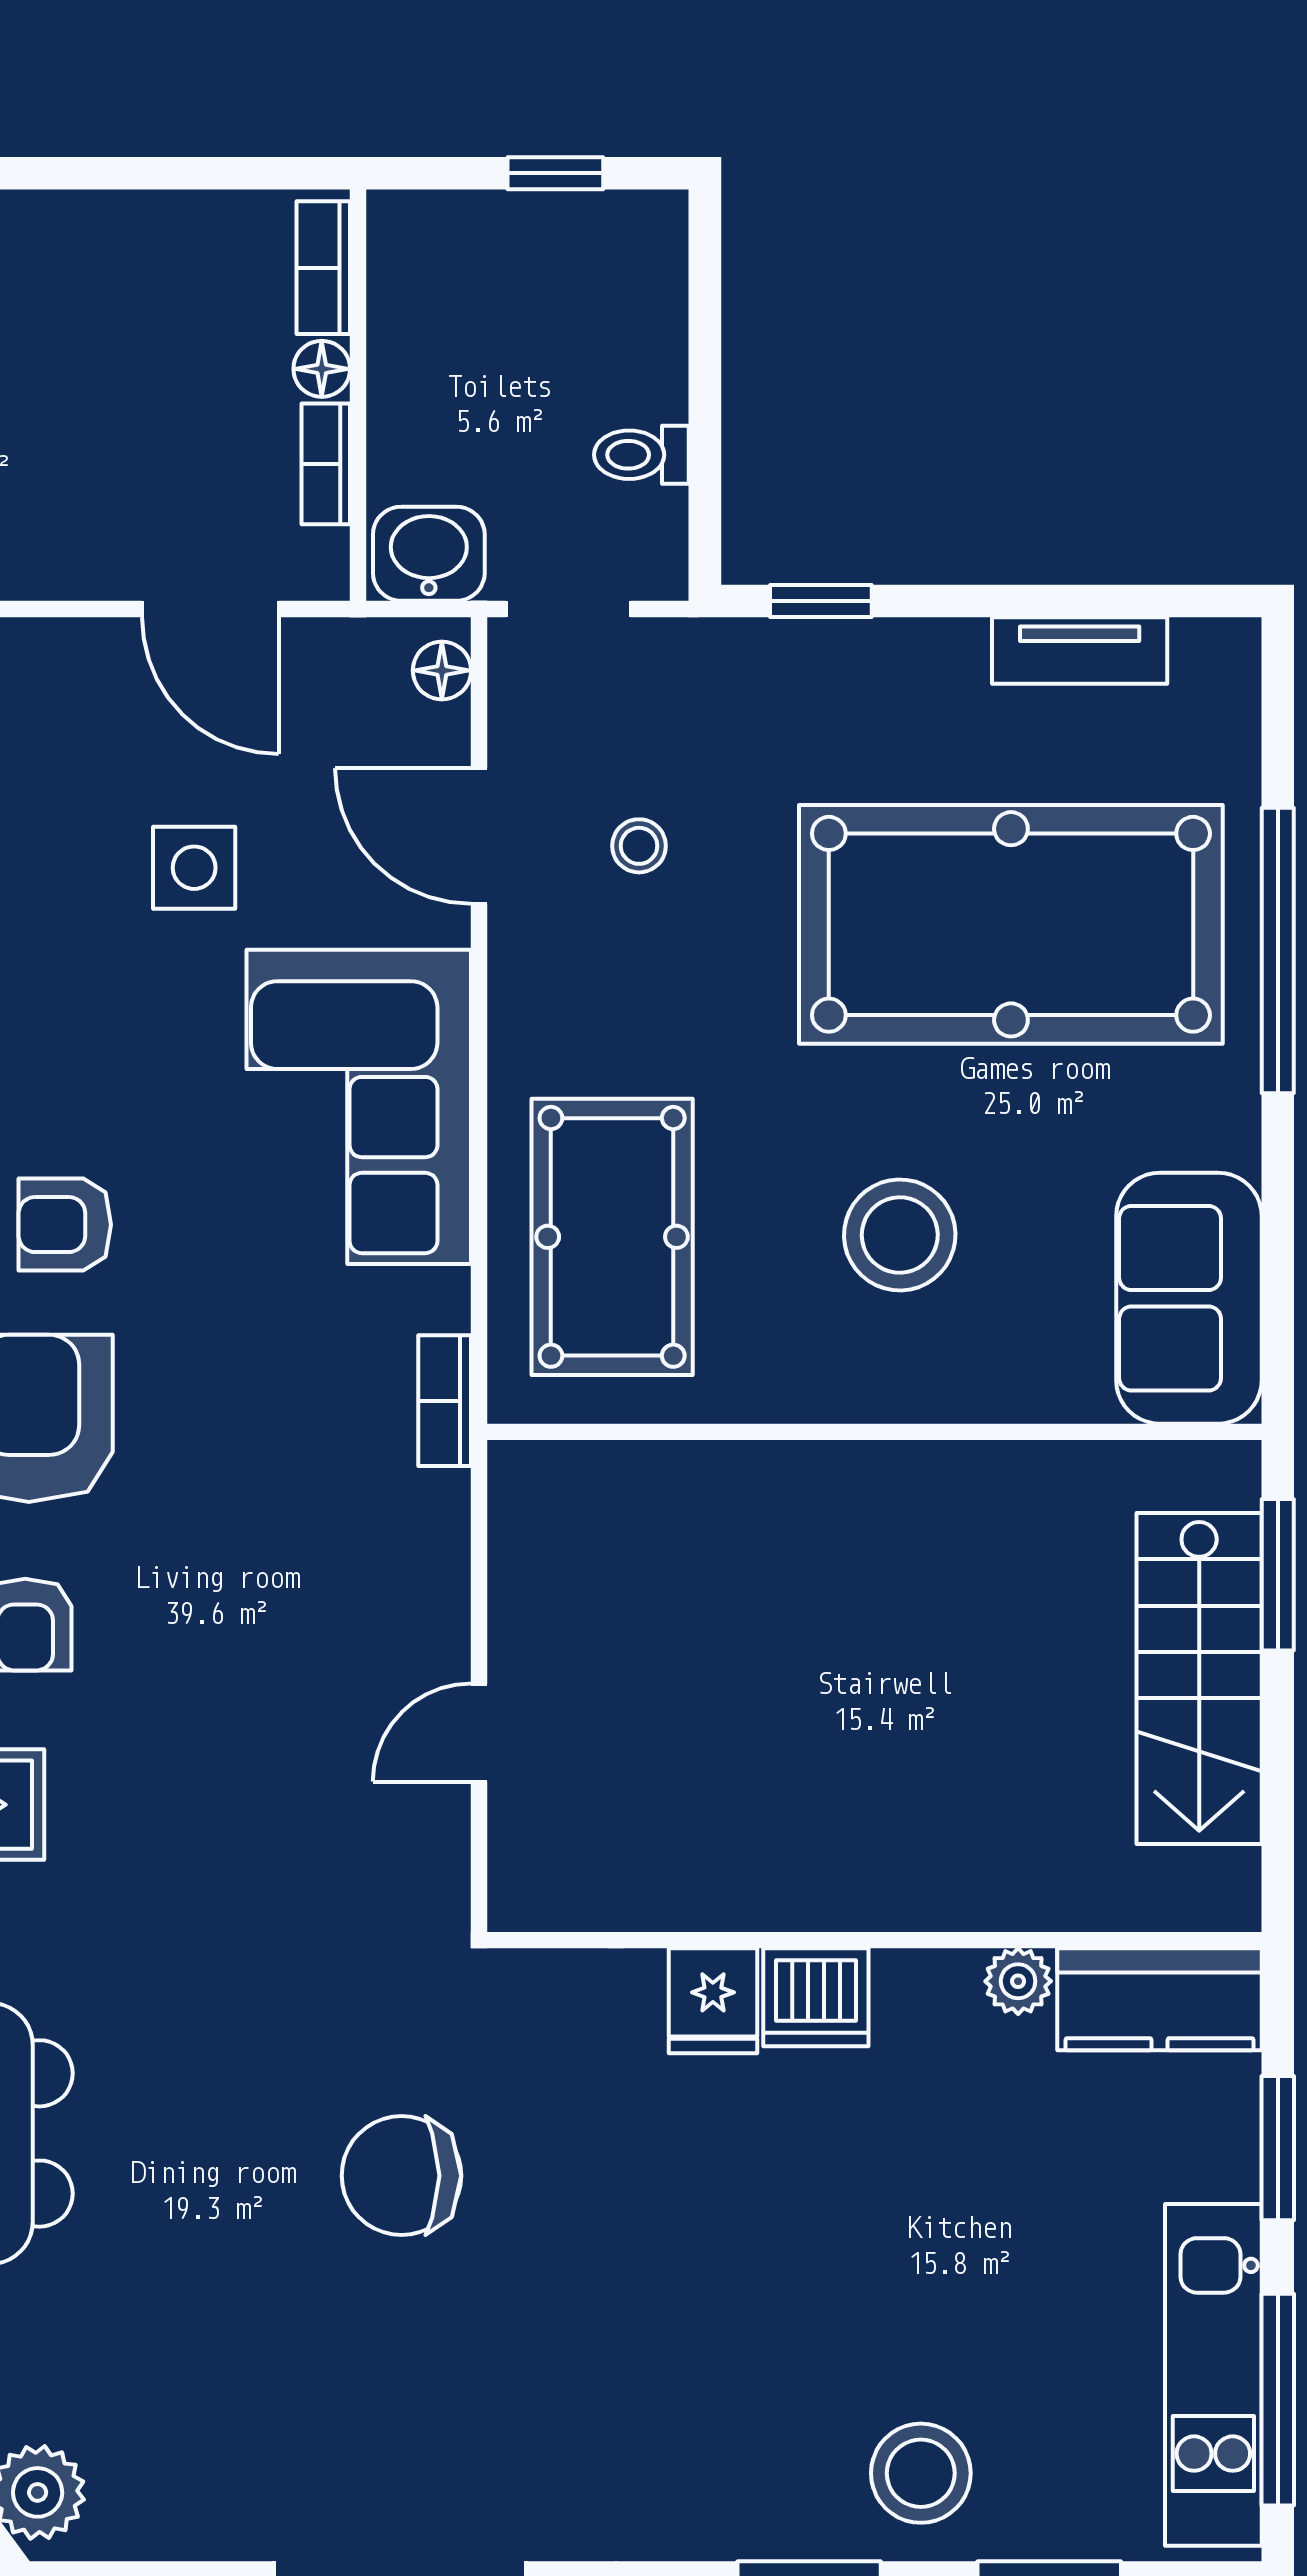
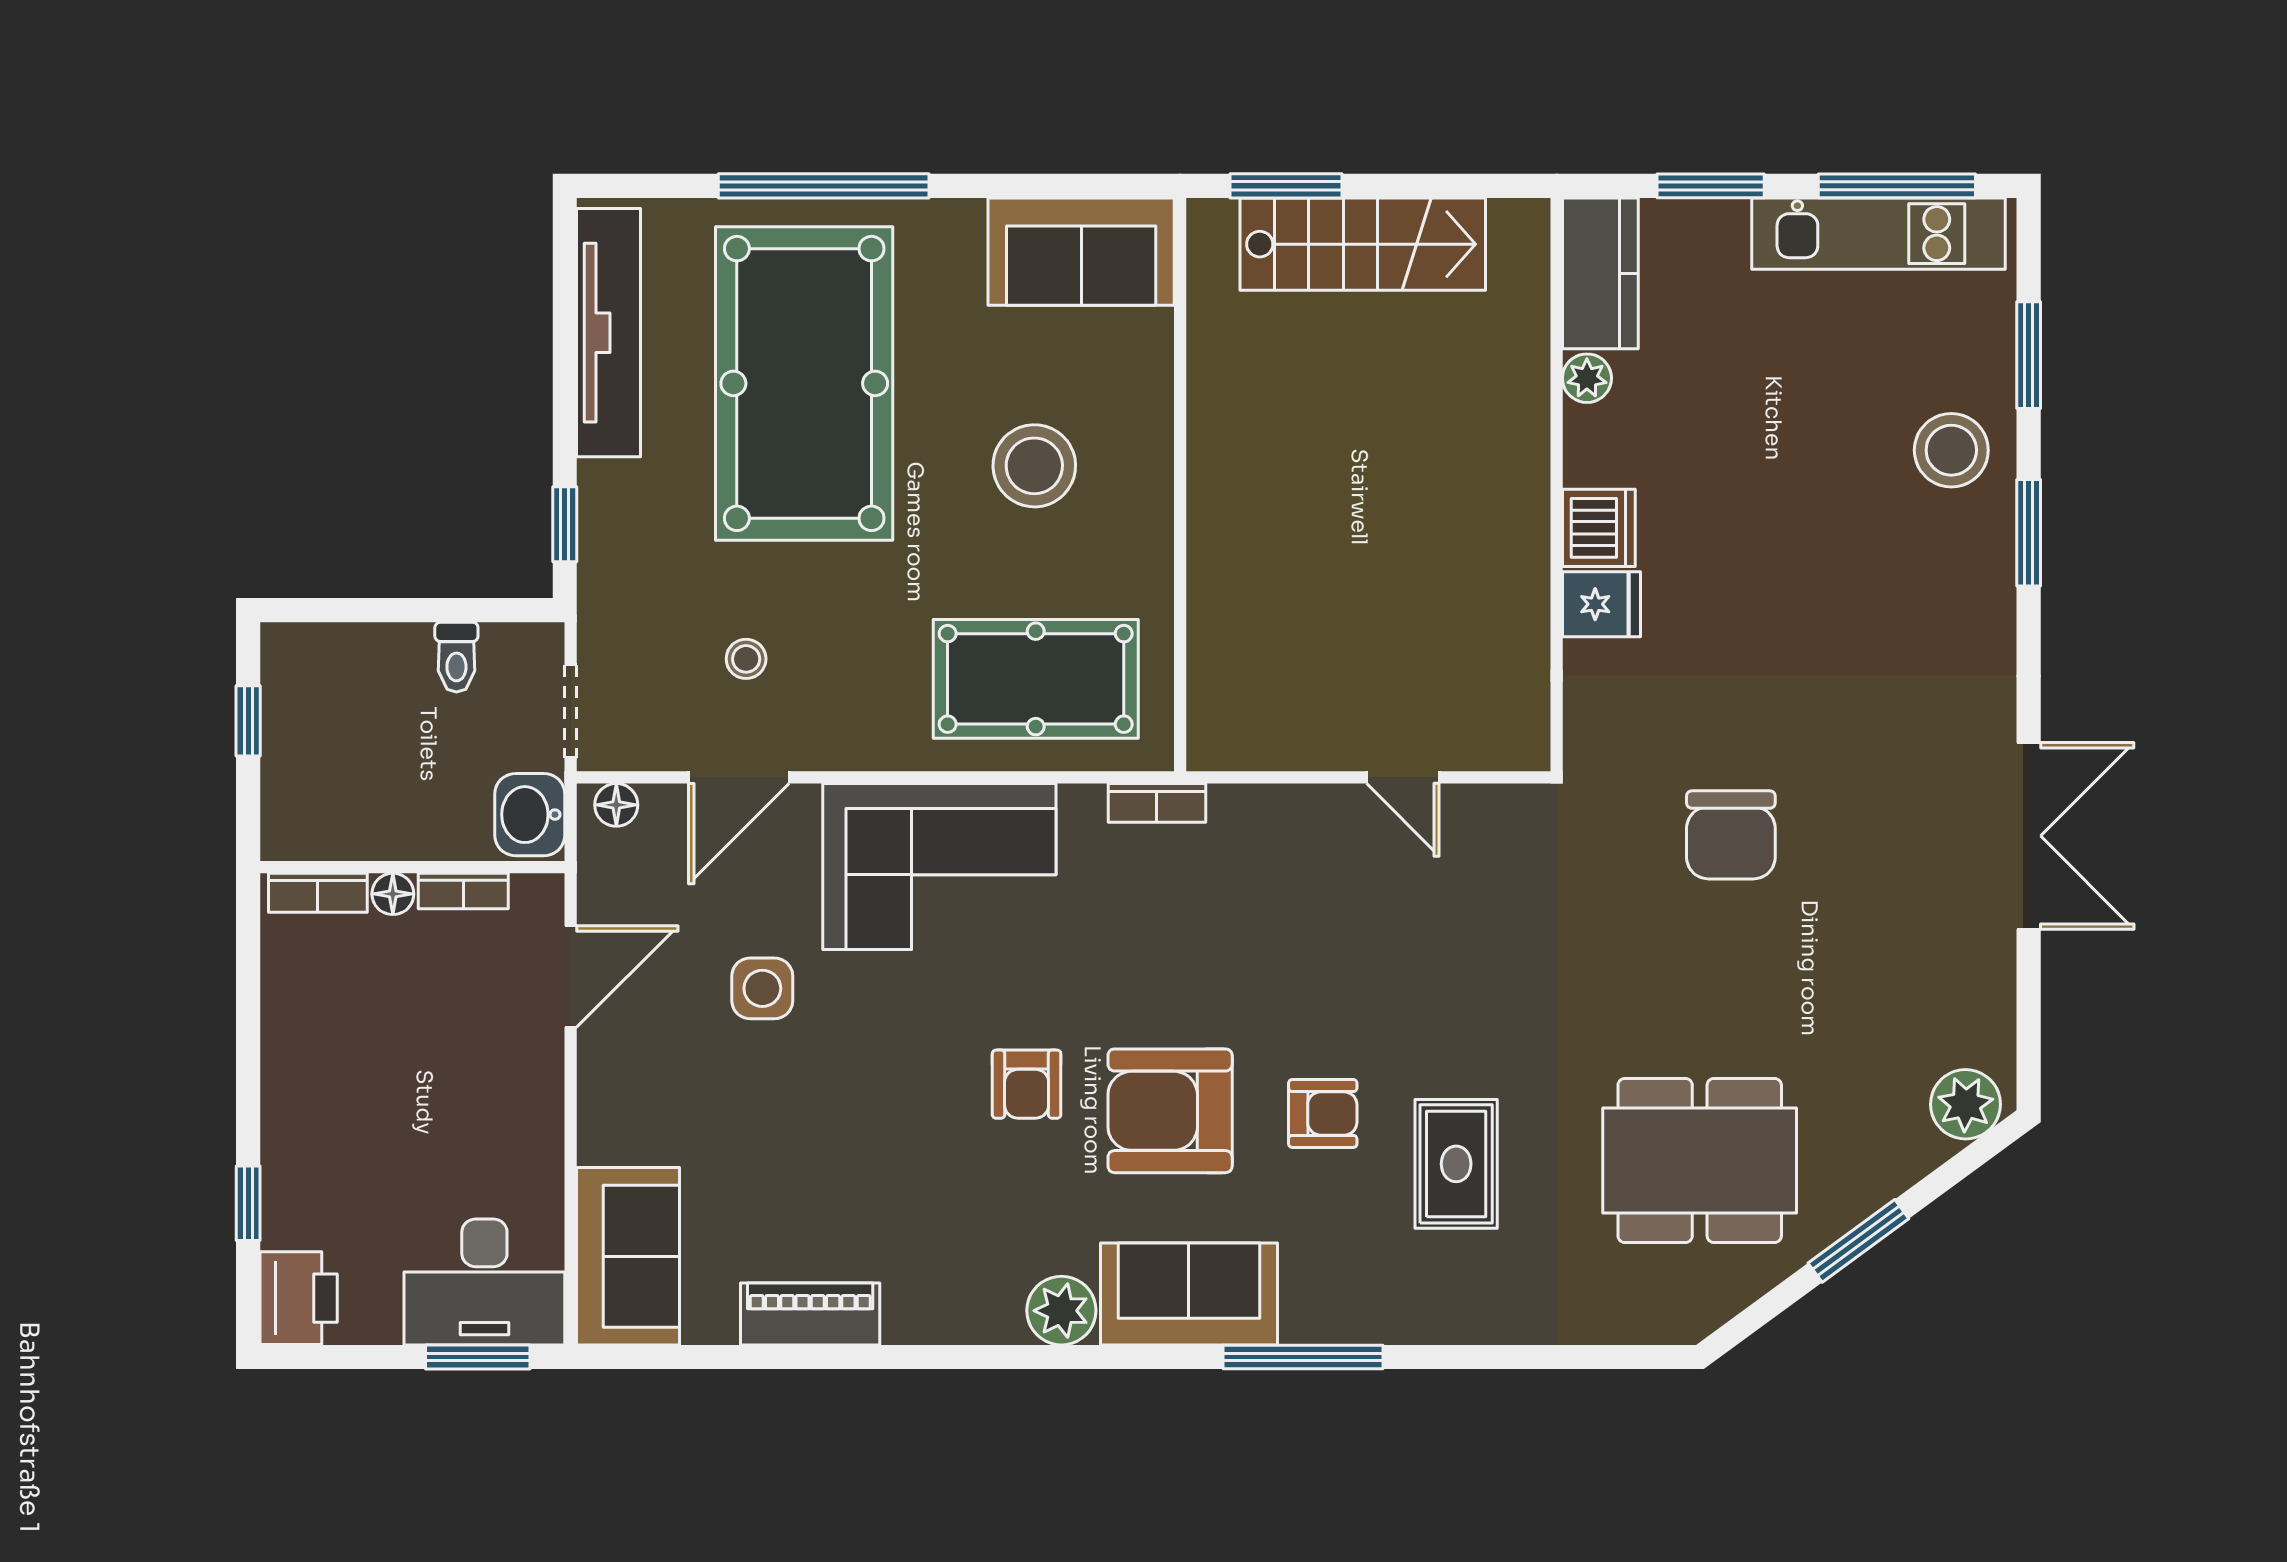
tv unit: (1080, 650) -> (608, 333), width x1.92, depth x1.29

